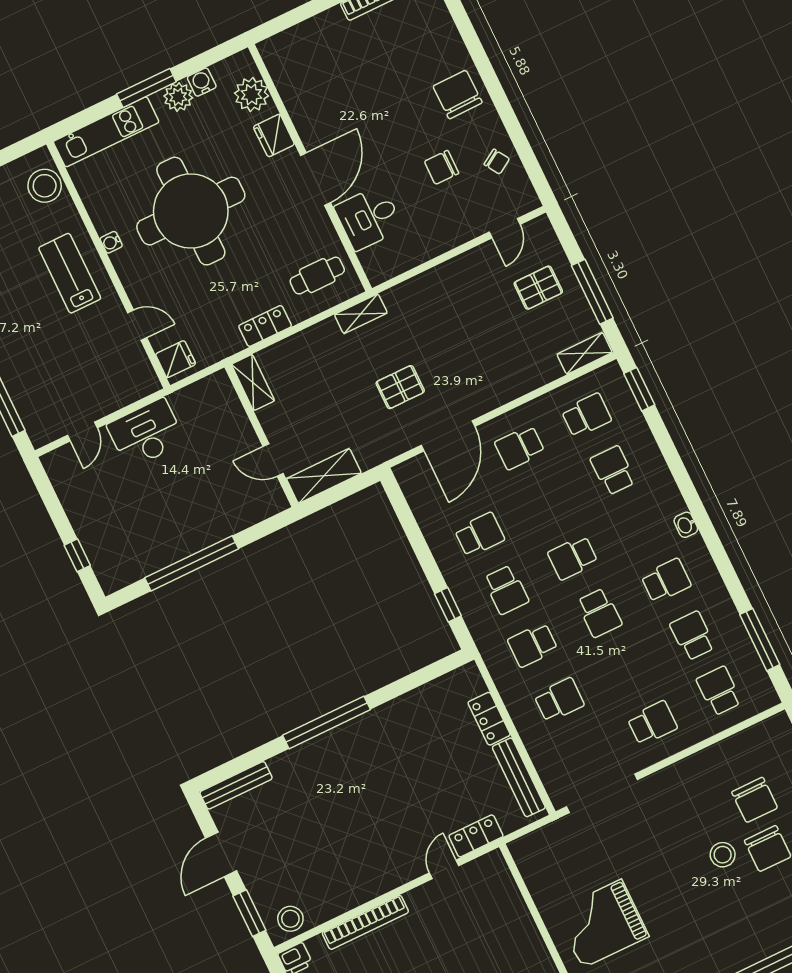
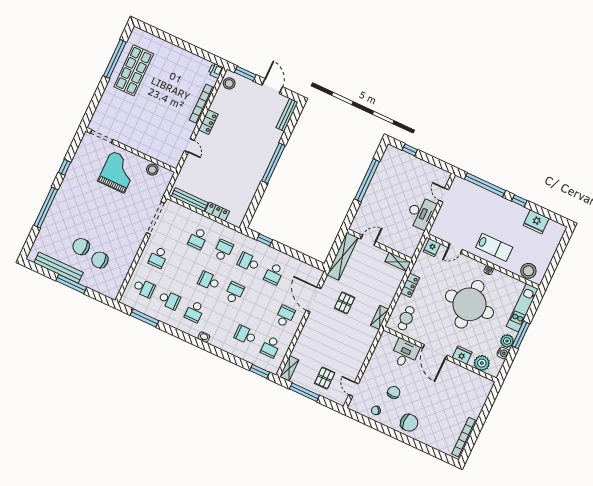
school desk: (613, 470) -> (245, 335), turned 180
shelving: (324, 476) -> (343, 256), width x1.47
locker: (476, 836) -> (208, 122), moved
stool: (723, 855) -> (152, 170), moved

